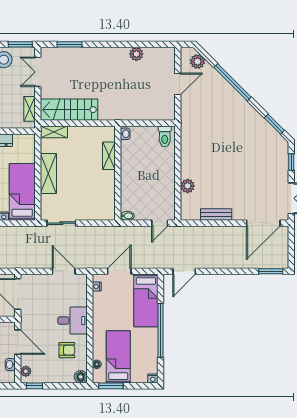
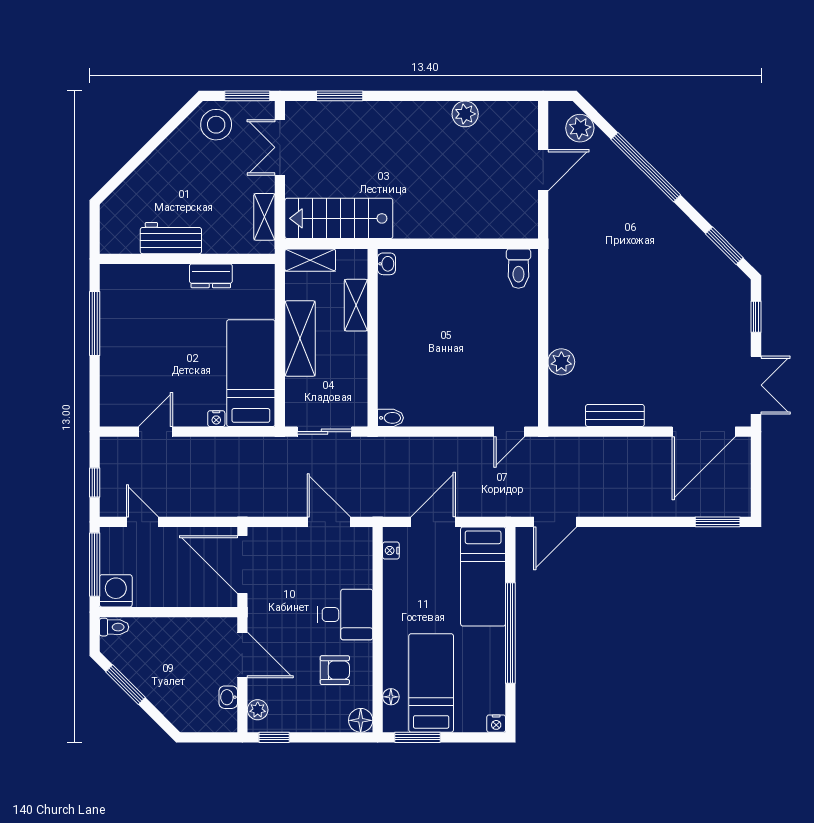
washbasin: (125, 134) -> (387, 264), moved
shelving: (109, 156) -> (356, 305), moved
wall: (118, 173) -> (373, 338), moved
bidet: (127, 216) -> (391, 418), moved

